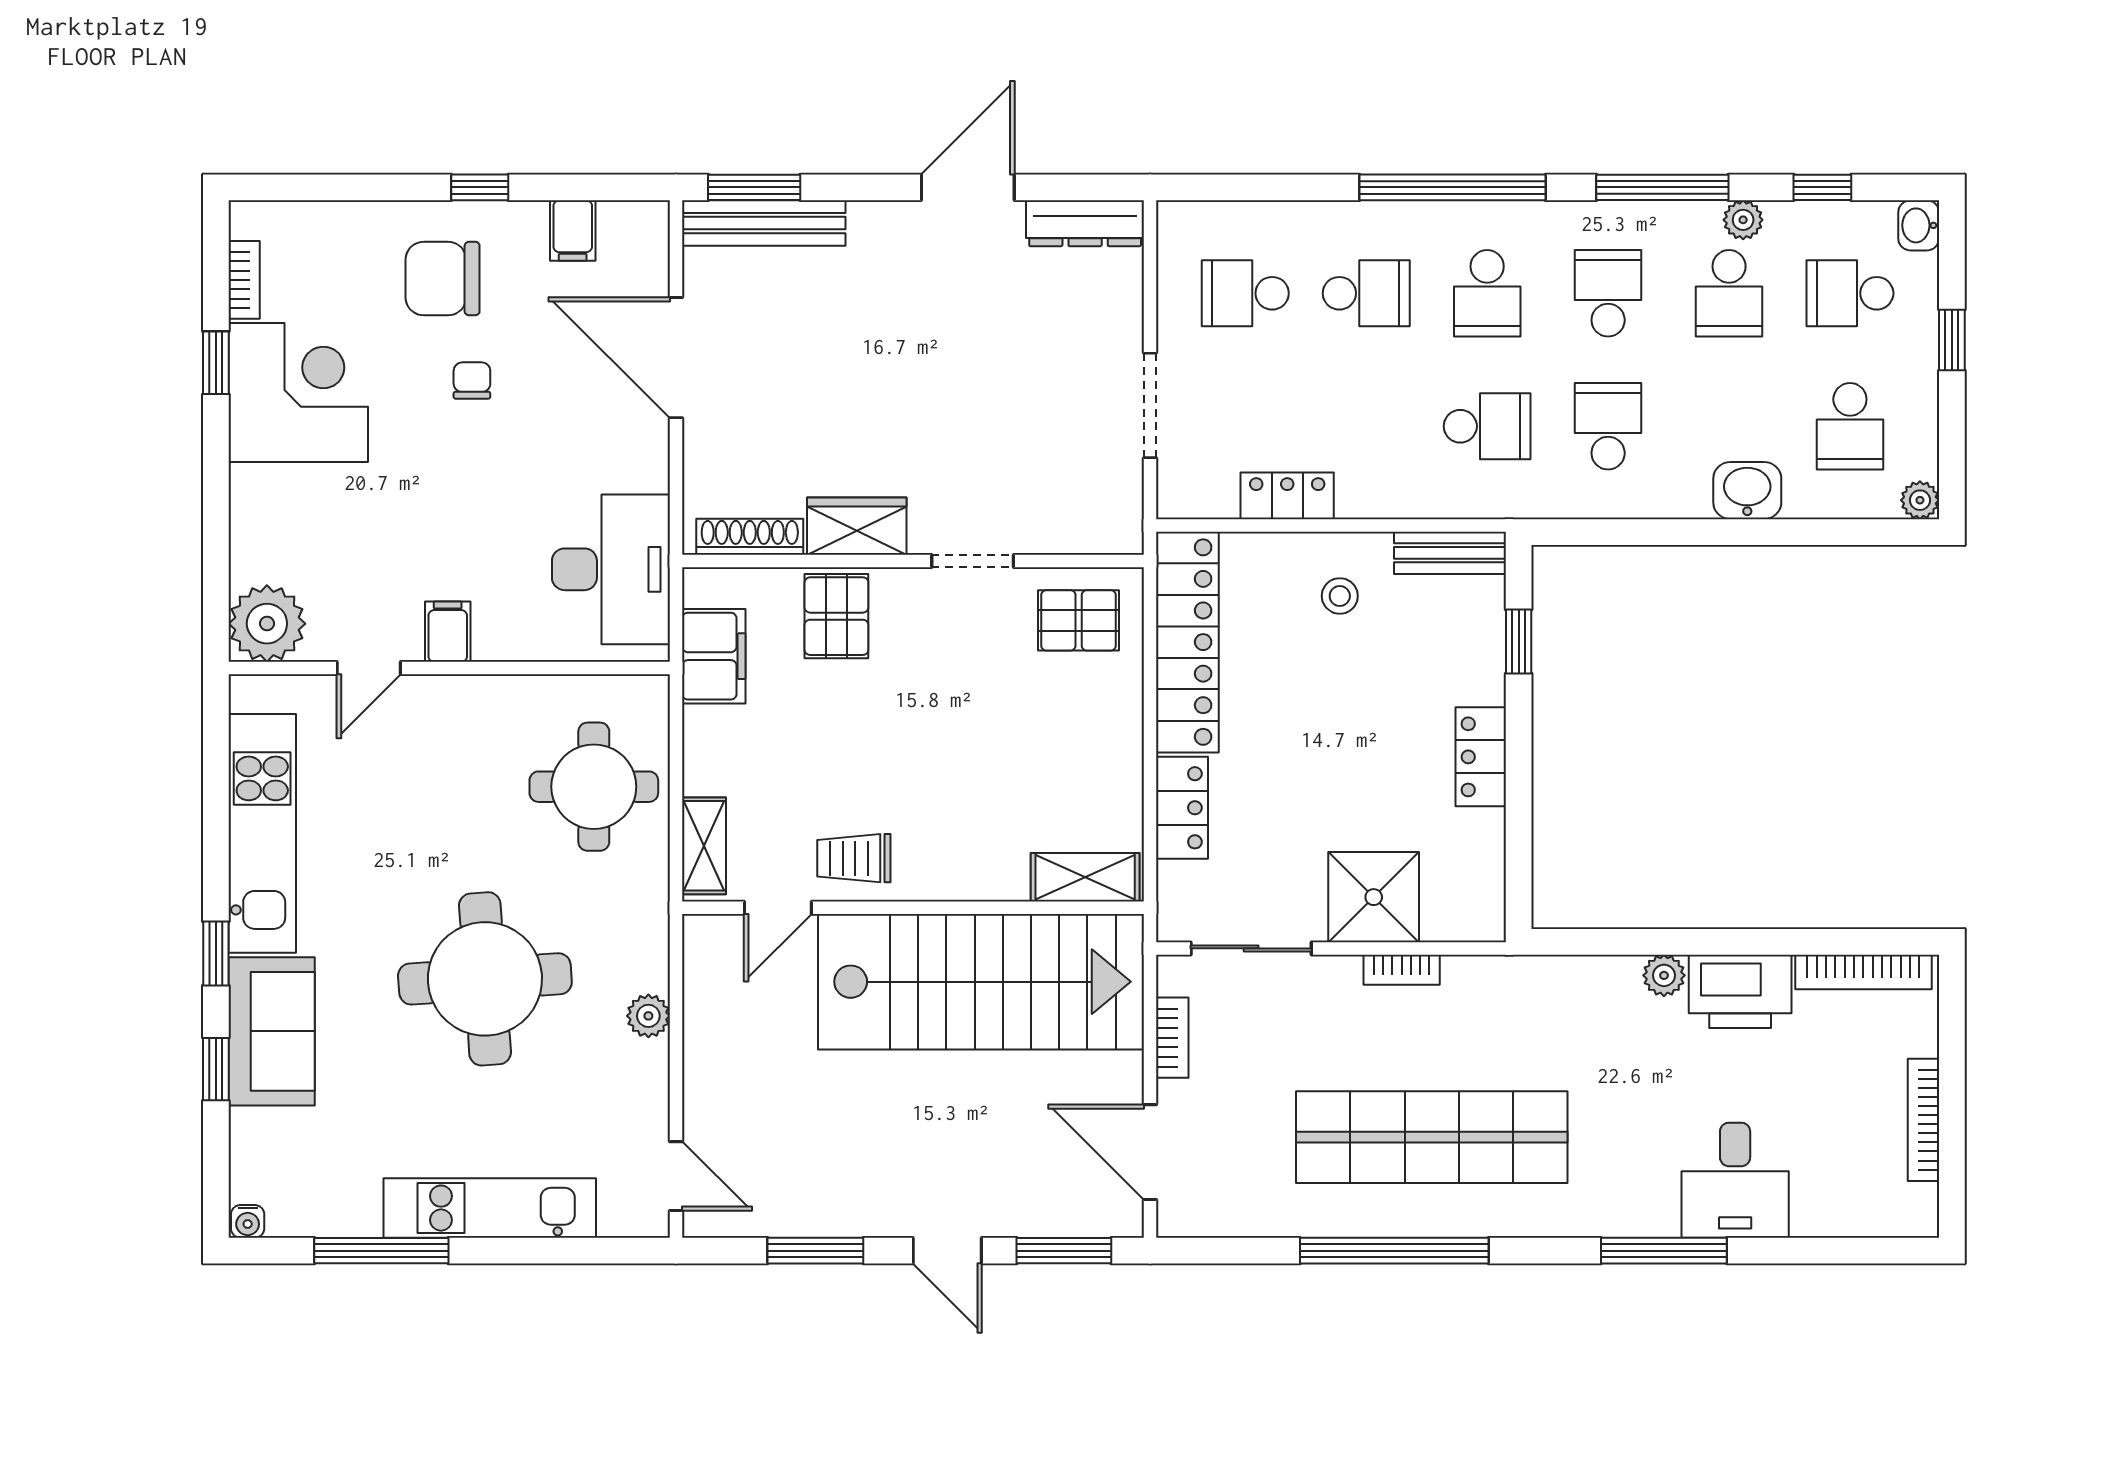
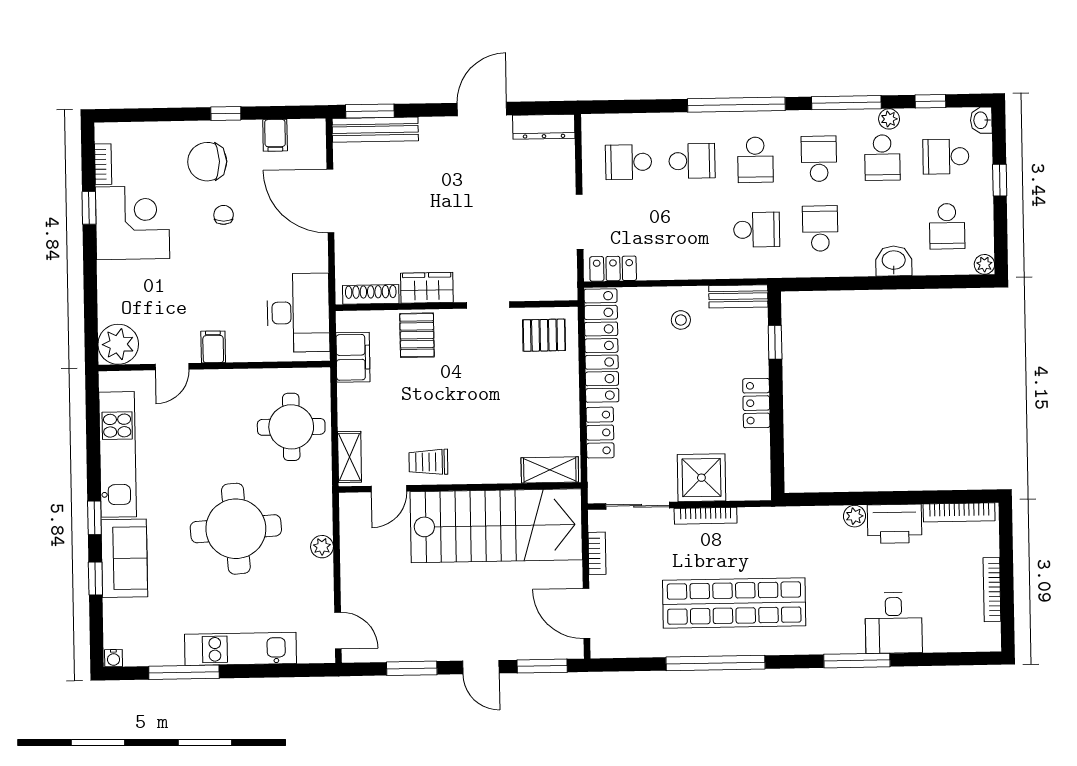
locker: (1287, 496) -> (613, 269), moved
bookcase: (1402, 970) -> (706, 516), width x1.56

